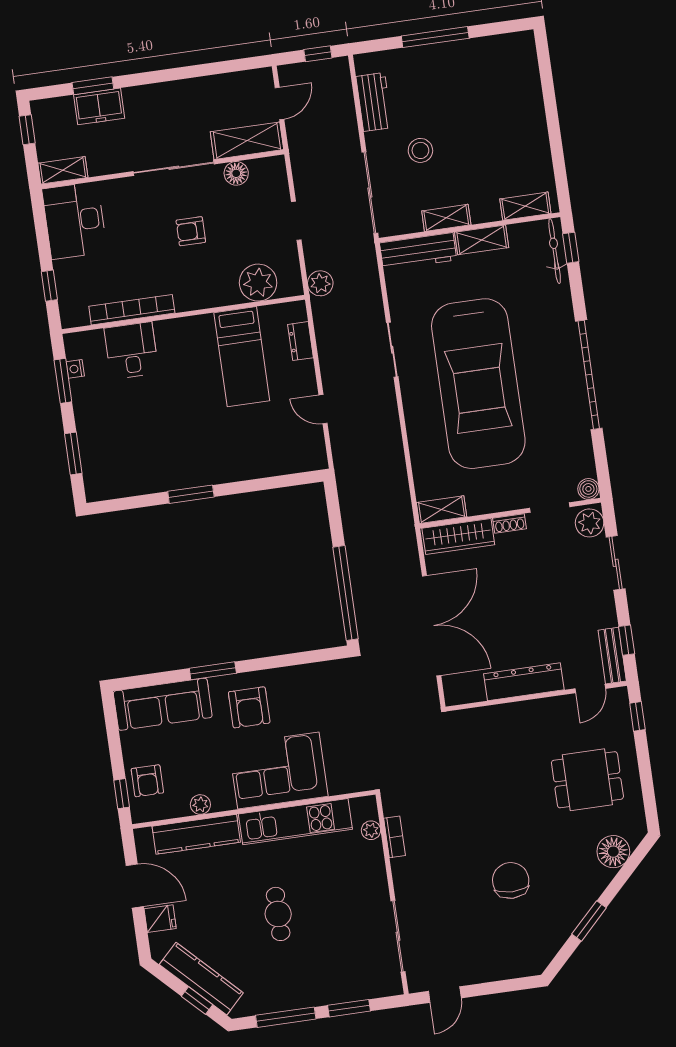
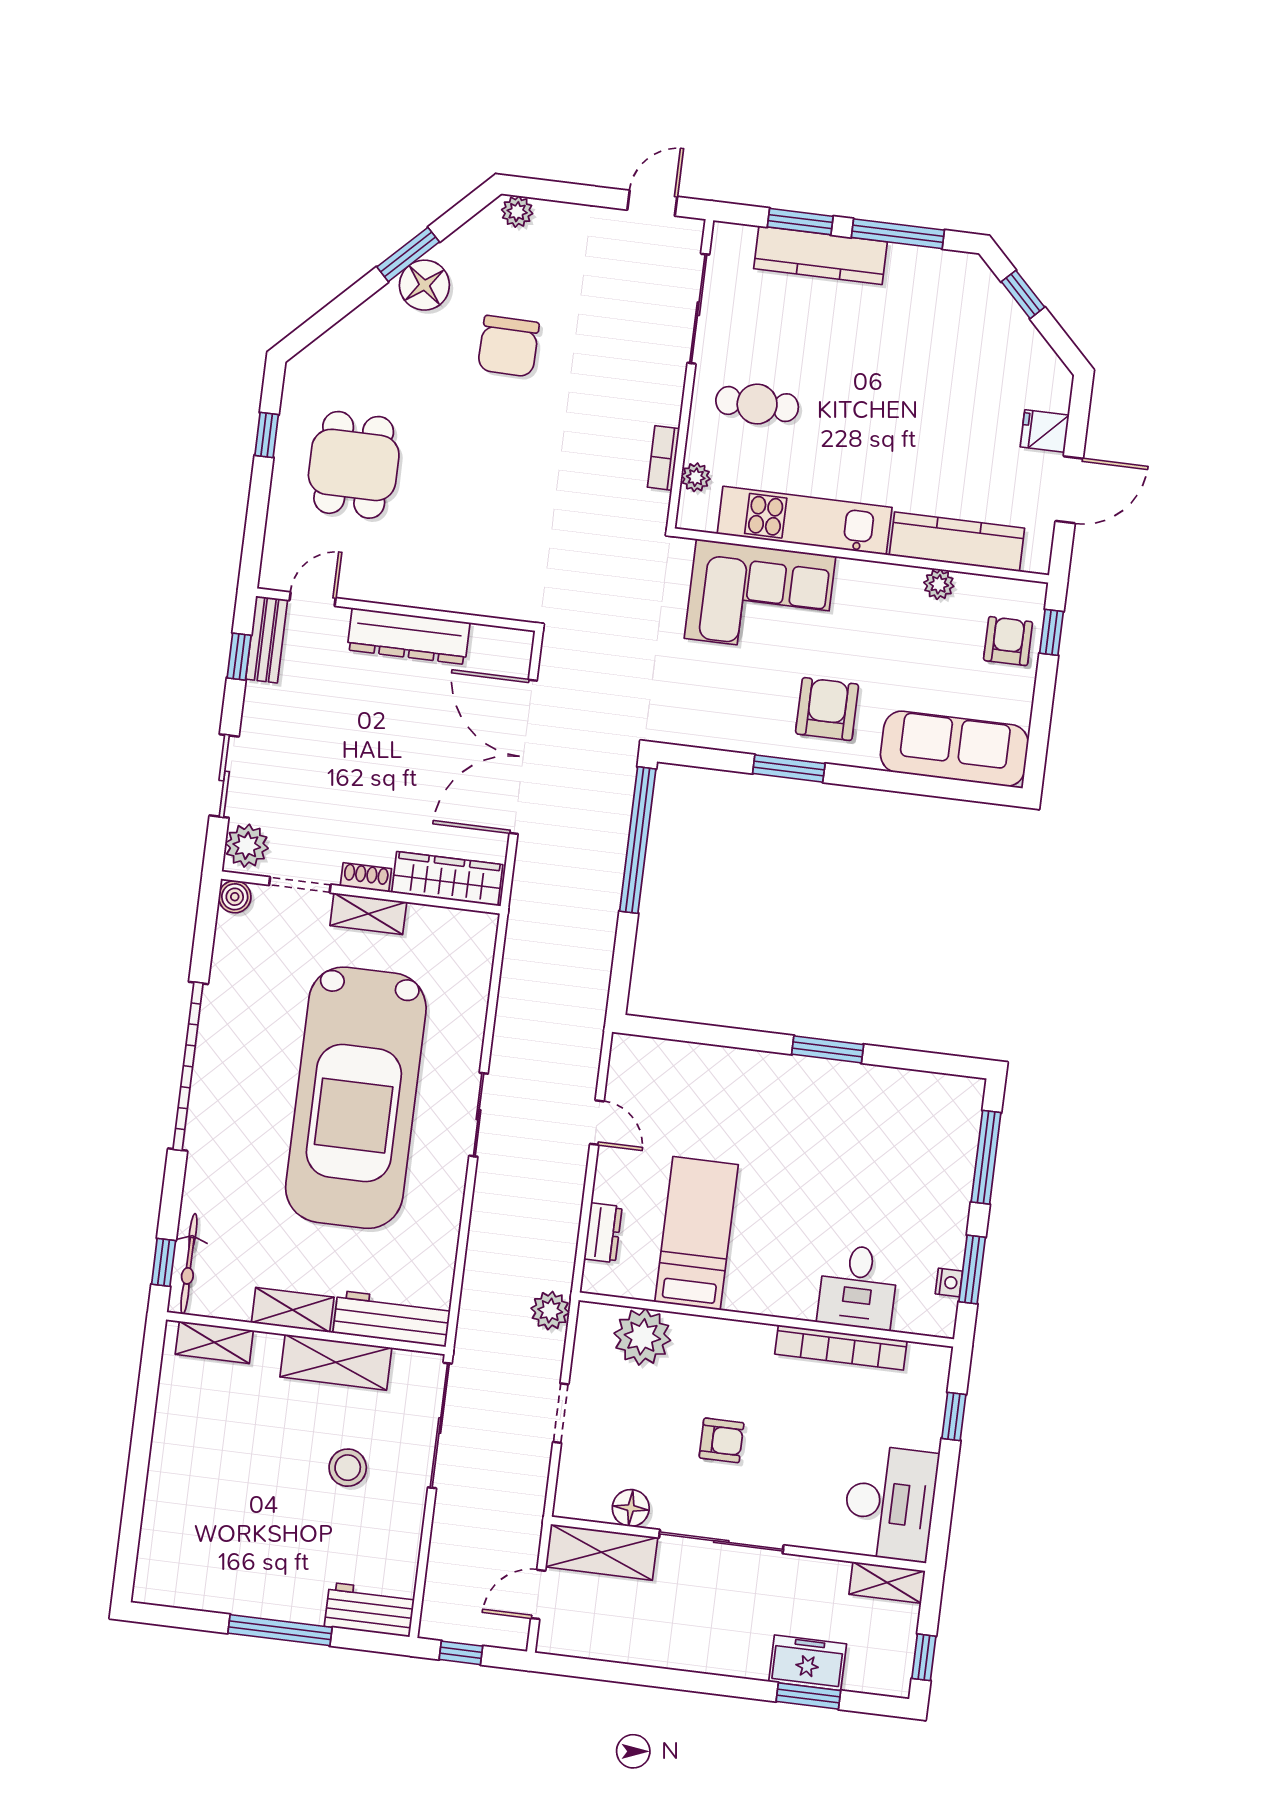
workbench: (374, 102) -> (370, 1610), moved, turned 90
shelving: (446, 218) -> (336, 1362), width x1.50, depth x1.33
sliding door: (392, 350) -> (479, 1115), moved
car: (478, 384) -> (356, 1098), turned 180
window: (73, 454) -> (986, 1157), width x1.44
shelving: (442, 510) -> (368, 914), moved
window: (213, 671) -> (789, 769), moved
window: (637, 716) -> (267, 435), moved
corner sofa: (278, 771) -> (760, 597), moved
dining table: (587, 780) -> (354, 465), turned 90
floor lamp: (613, 852) -> (424, 285), moved
door: (135, 886) -> (1069, 490), swing flipped
cafe table: (278, 914) -> (757, 404), moved, turned 90
plant: (528, 966) -> (517, 212), added
kitchen counter: (201, 979) -> (821, 255), moved, turned -45

